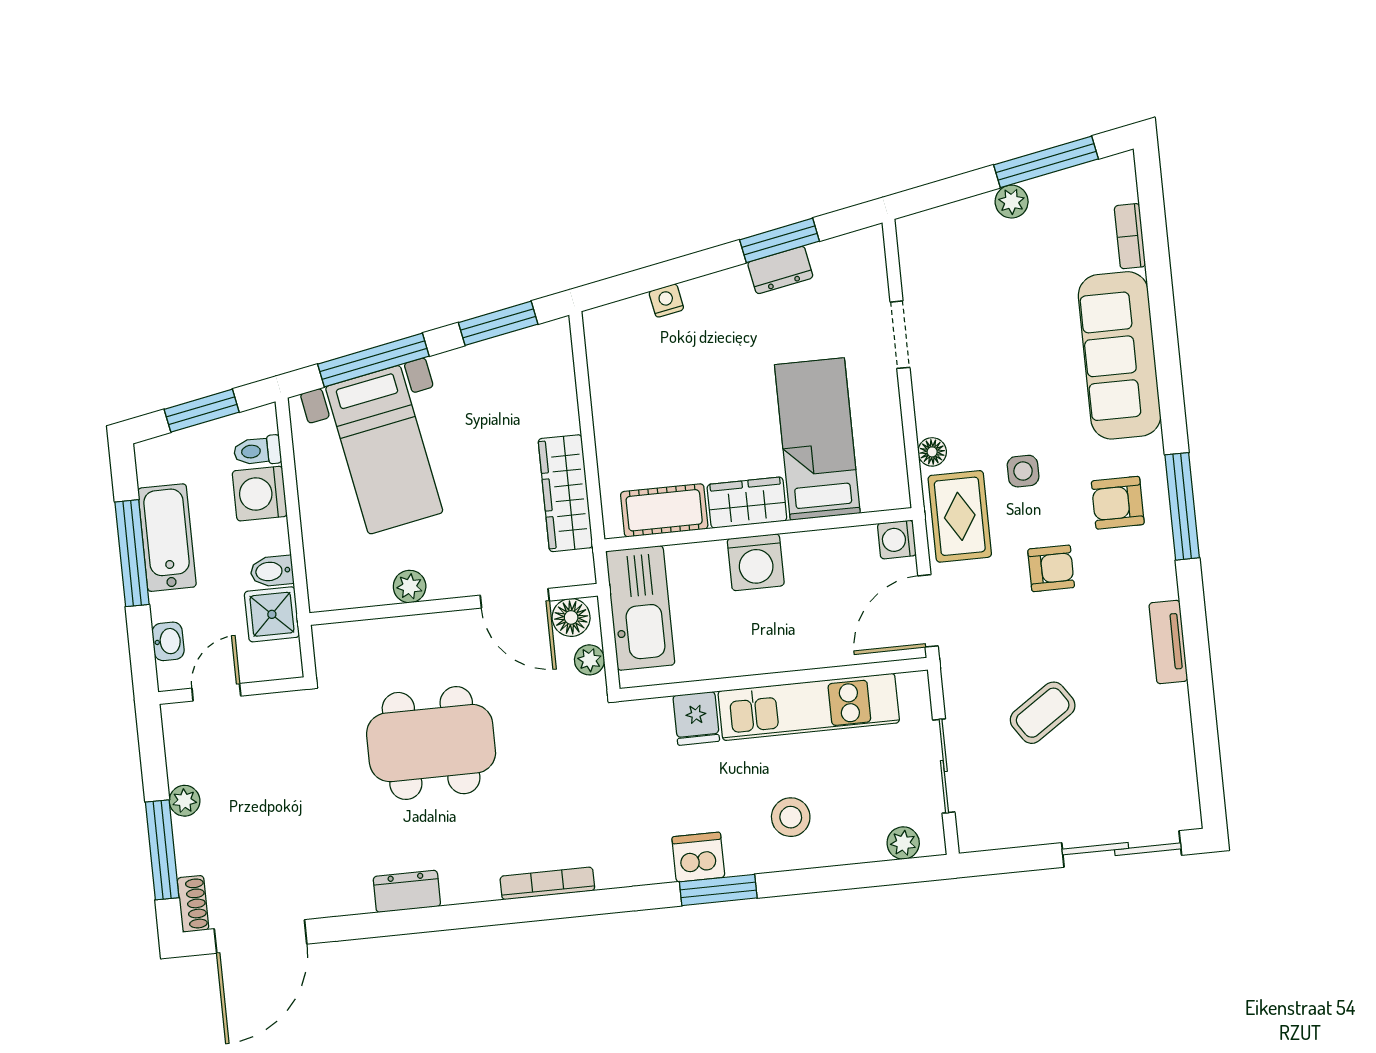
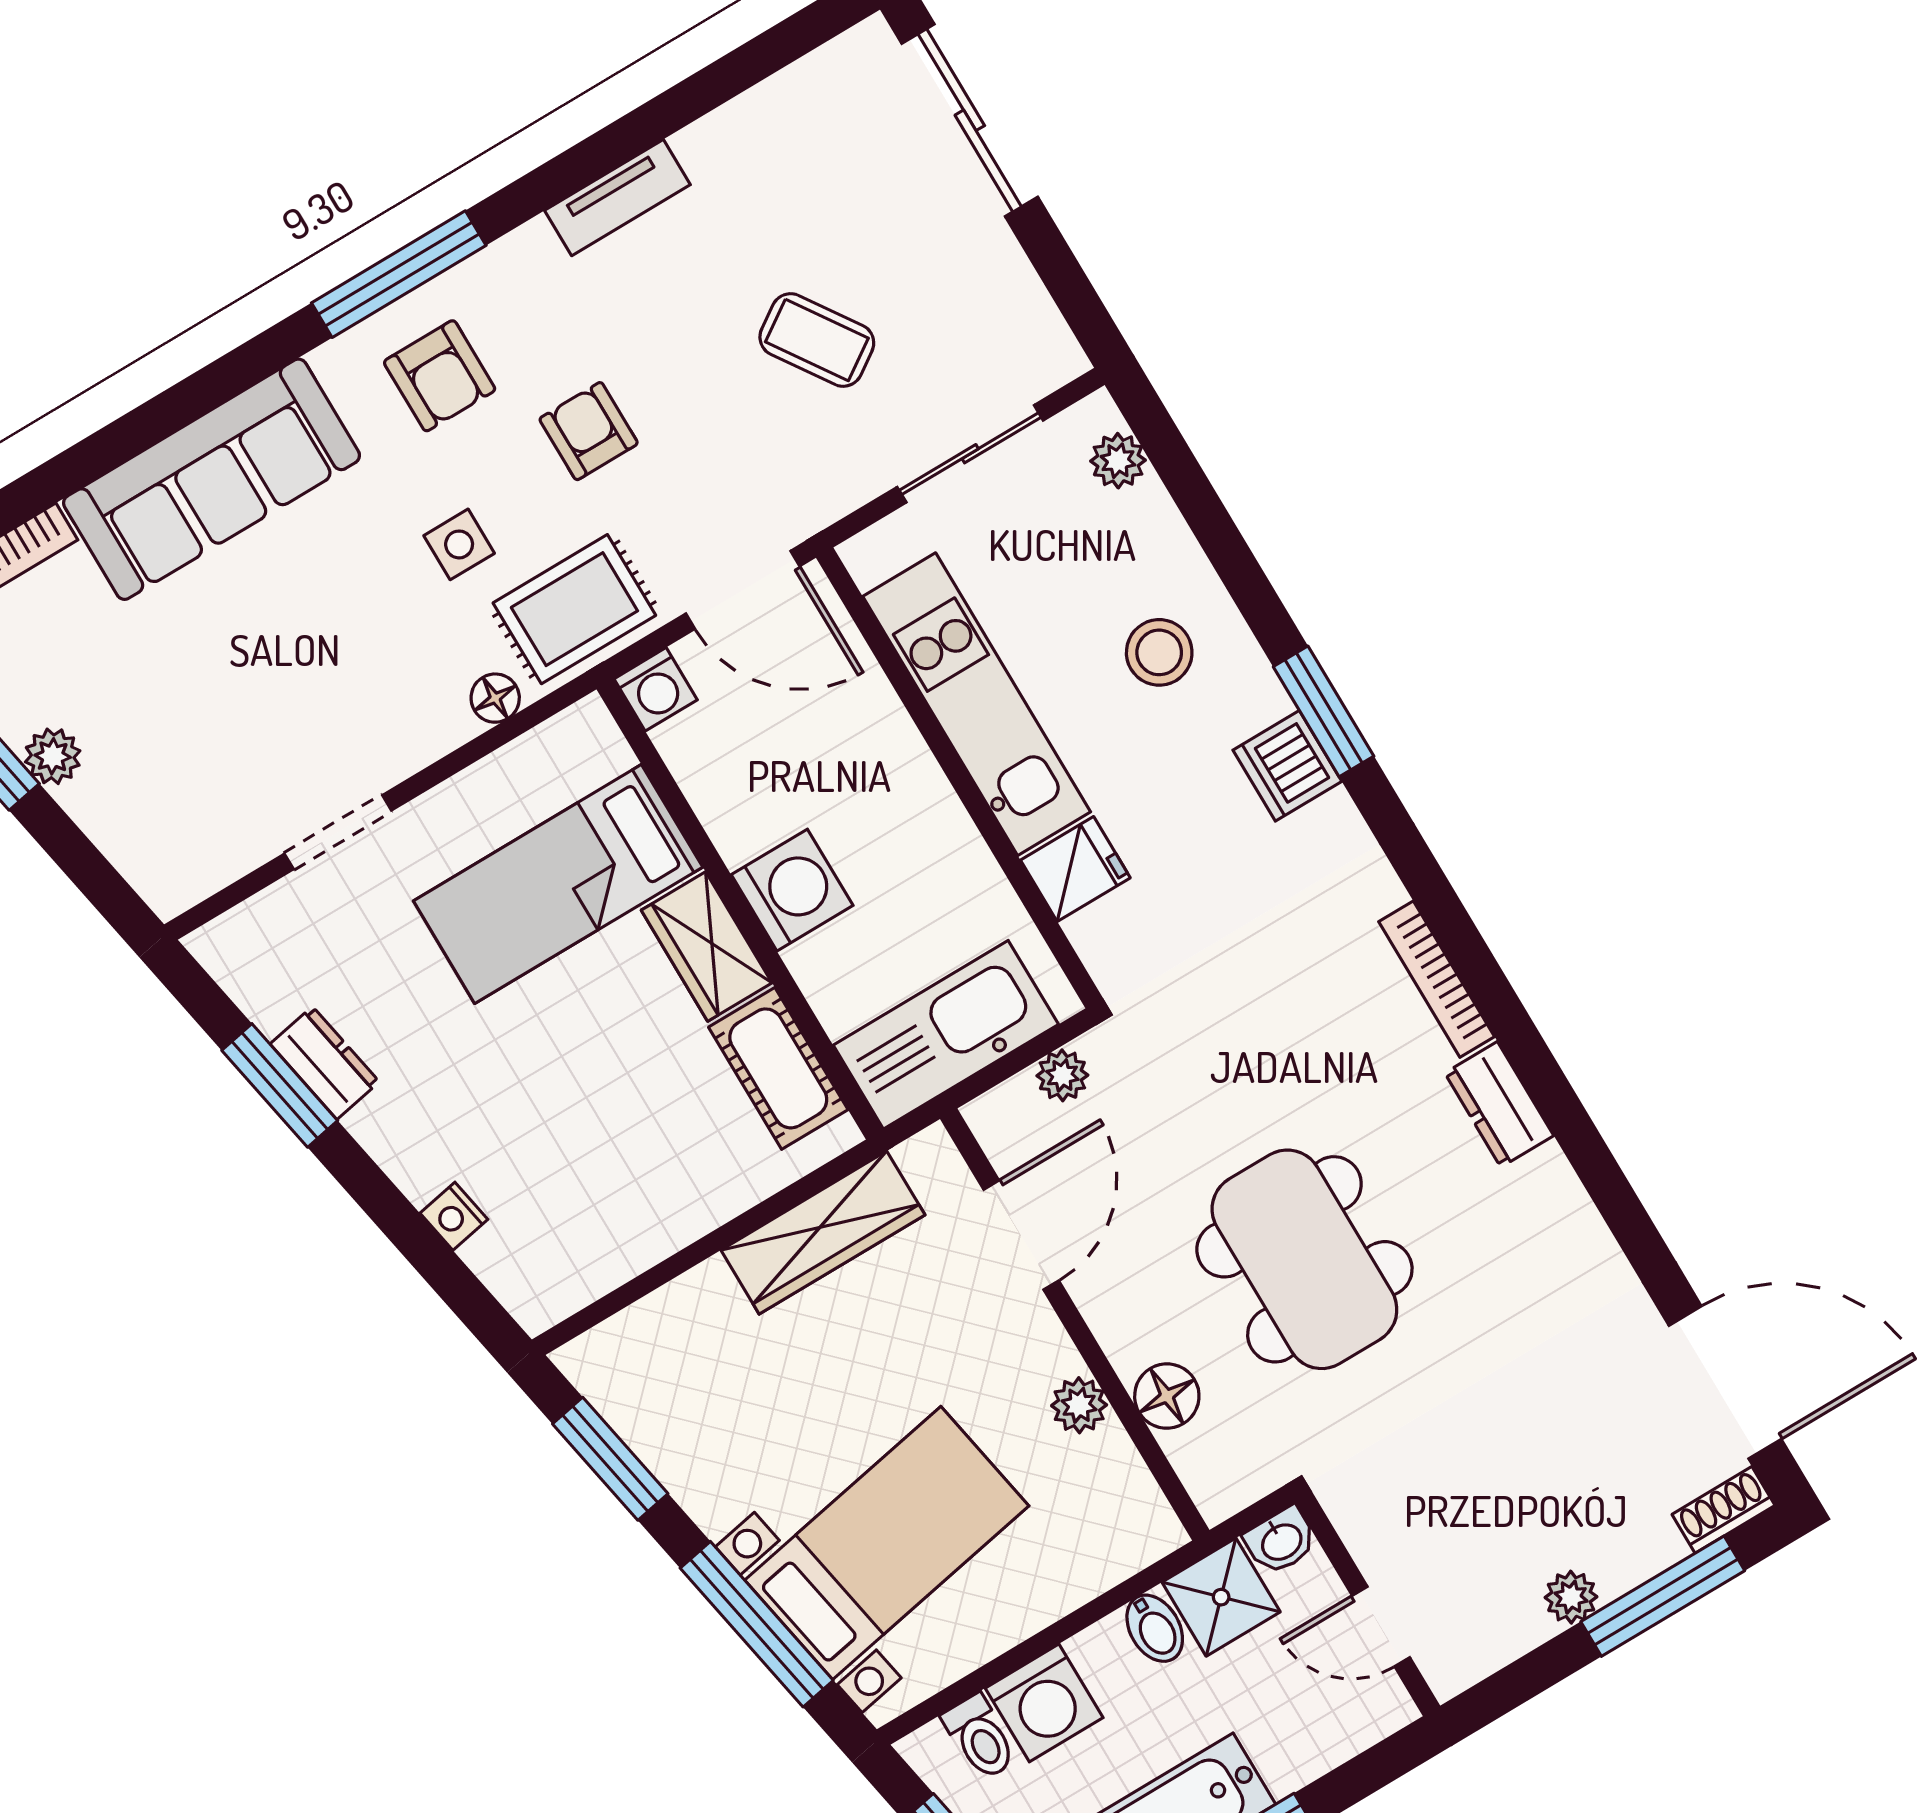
floor lamp: (571, 617) -> (1167, 1396), moved
washbasin: (168, 641) -> (1281, 1541), moved, turned 180
dresser: (407, 891) -> (1499, 1104), moved

